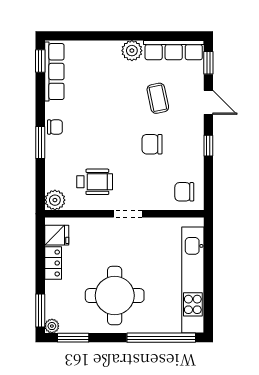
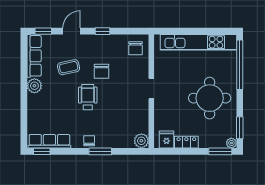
wheelchair: (95, 182) -> (88, 97), moved

